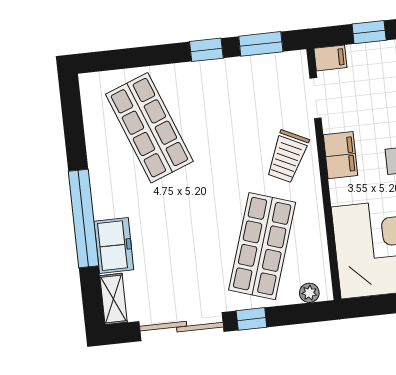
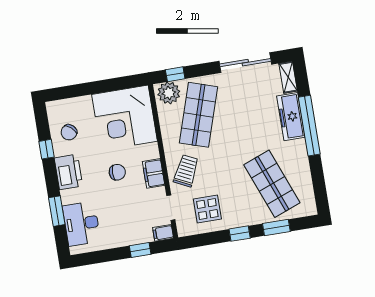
window: (261, 44) -> (276, 227), moved
display table: (256, 93) -> (207, 209), added
freezer: (114, 246) -> (291, 117), width x1.40
plant: (309, 293) -> (169, 93), width x1.88, depth x1.88
window: (251, 319) -> (175, 74), moved

